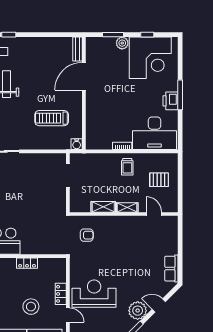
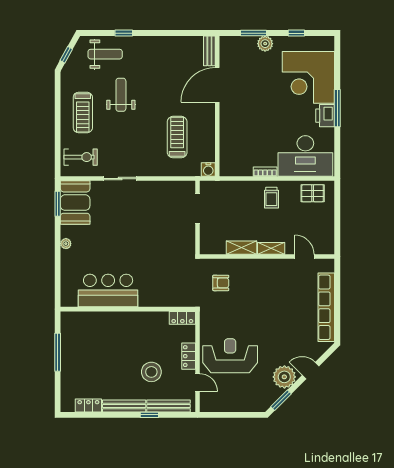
corner desk: (150, 58) -> (308, 77), moved, turned 90
treadmill: (52, 118) -> (177, 137), turned 90
pallet: (159, 180) -> (313, 193), moved
locker: (27, 263) -> (182, 318), moved
row of seats: (171, 269) -> (326, 307), width x2.02

